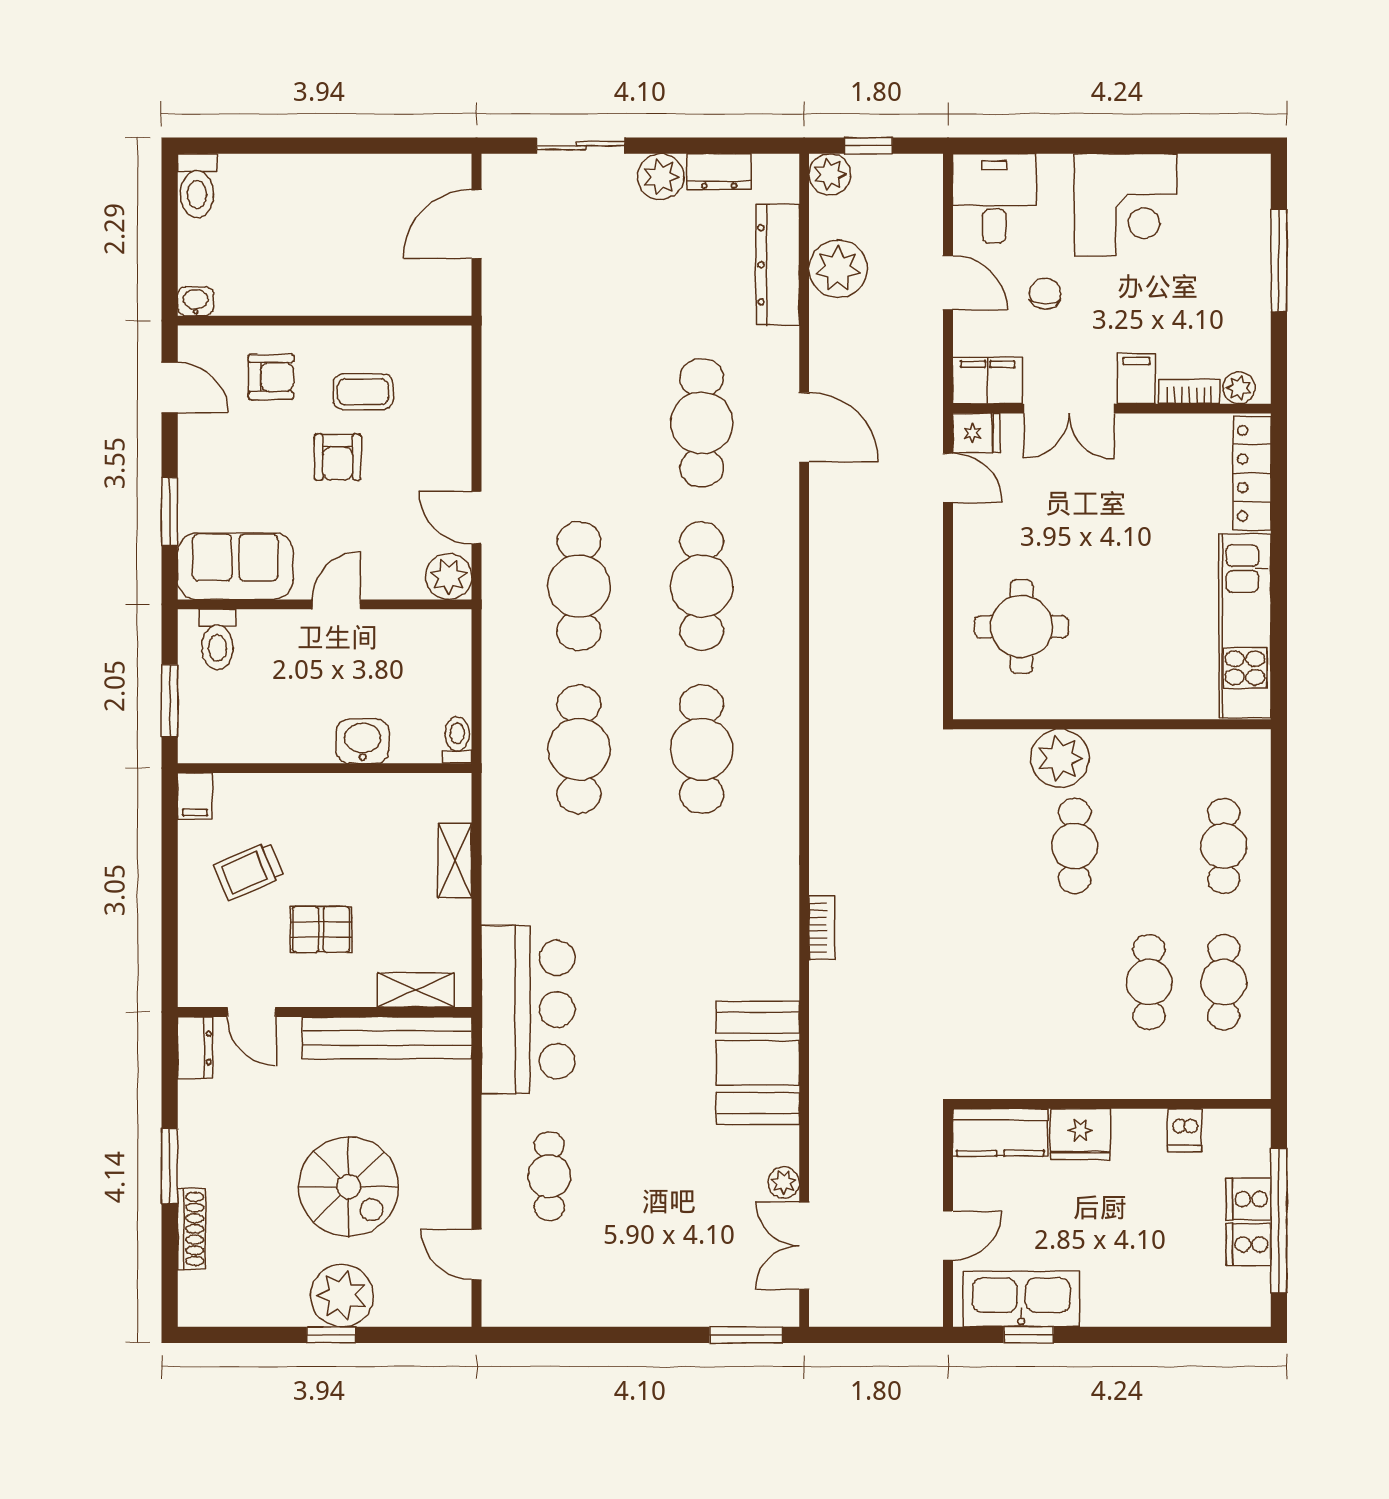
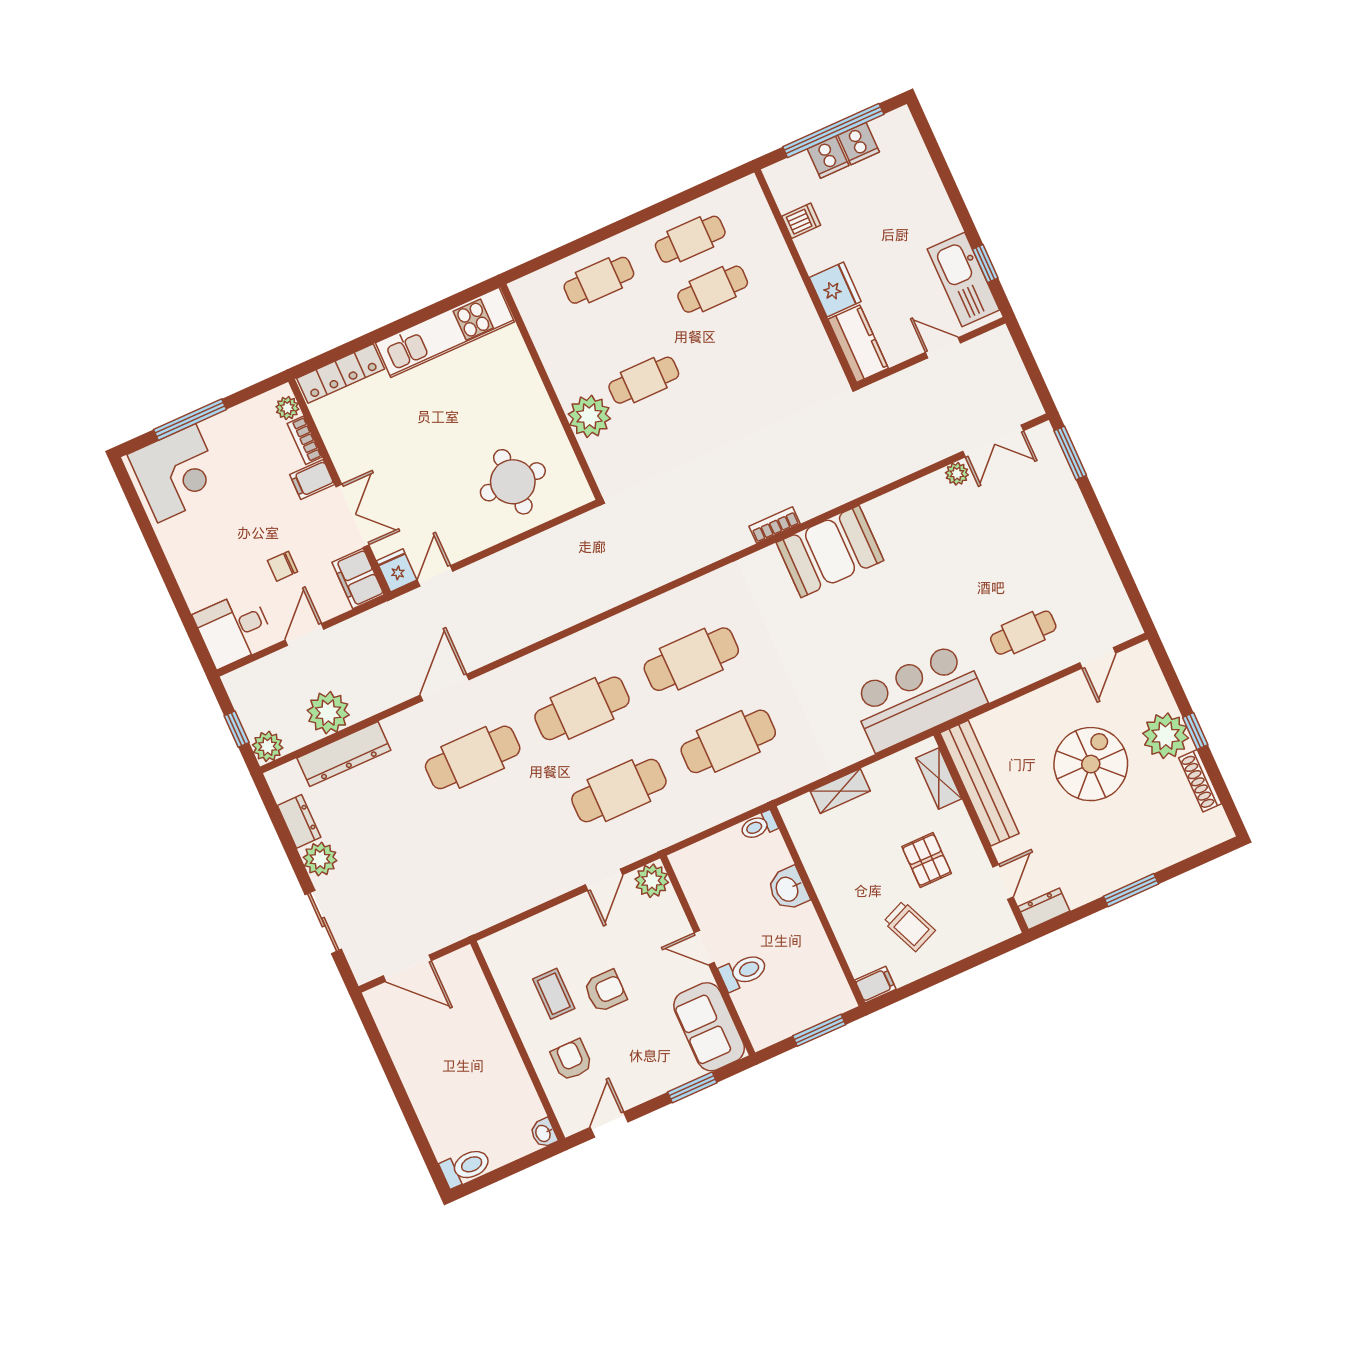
corner desk: (1126, 205) -> (177, 473), moved, turned 90
toilet: (217, 640) -> (743, 972), moved
booth: (758, 1063) -> (830, 552), moved
shoe rack: (191, 1229) -> (1200, 781), moved, turned -90

